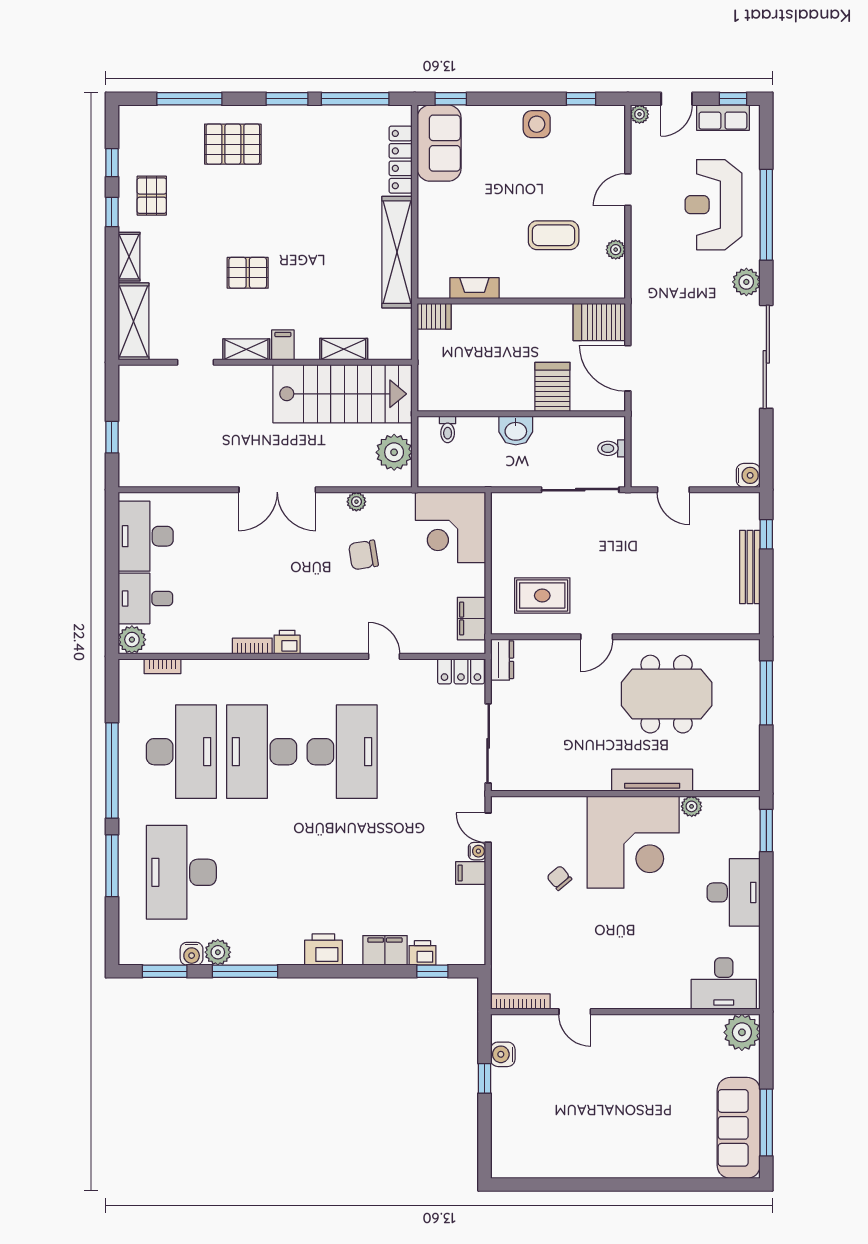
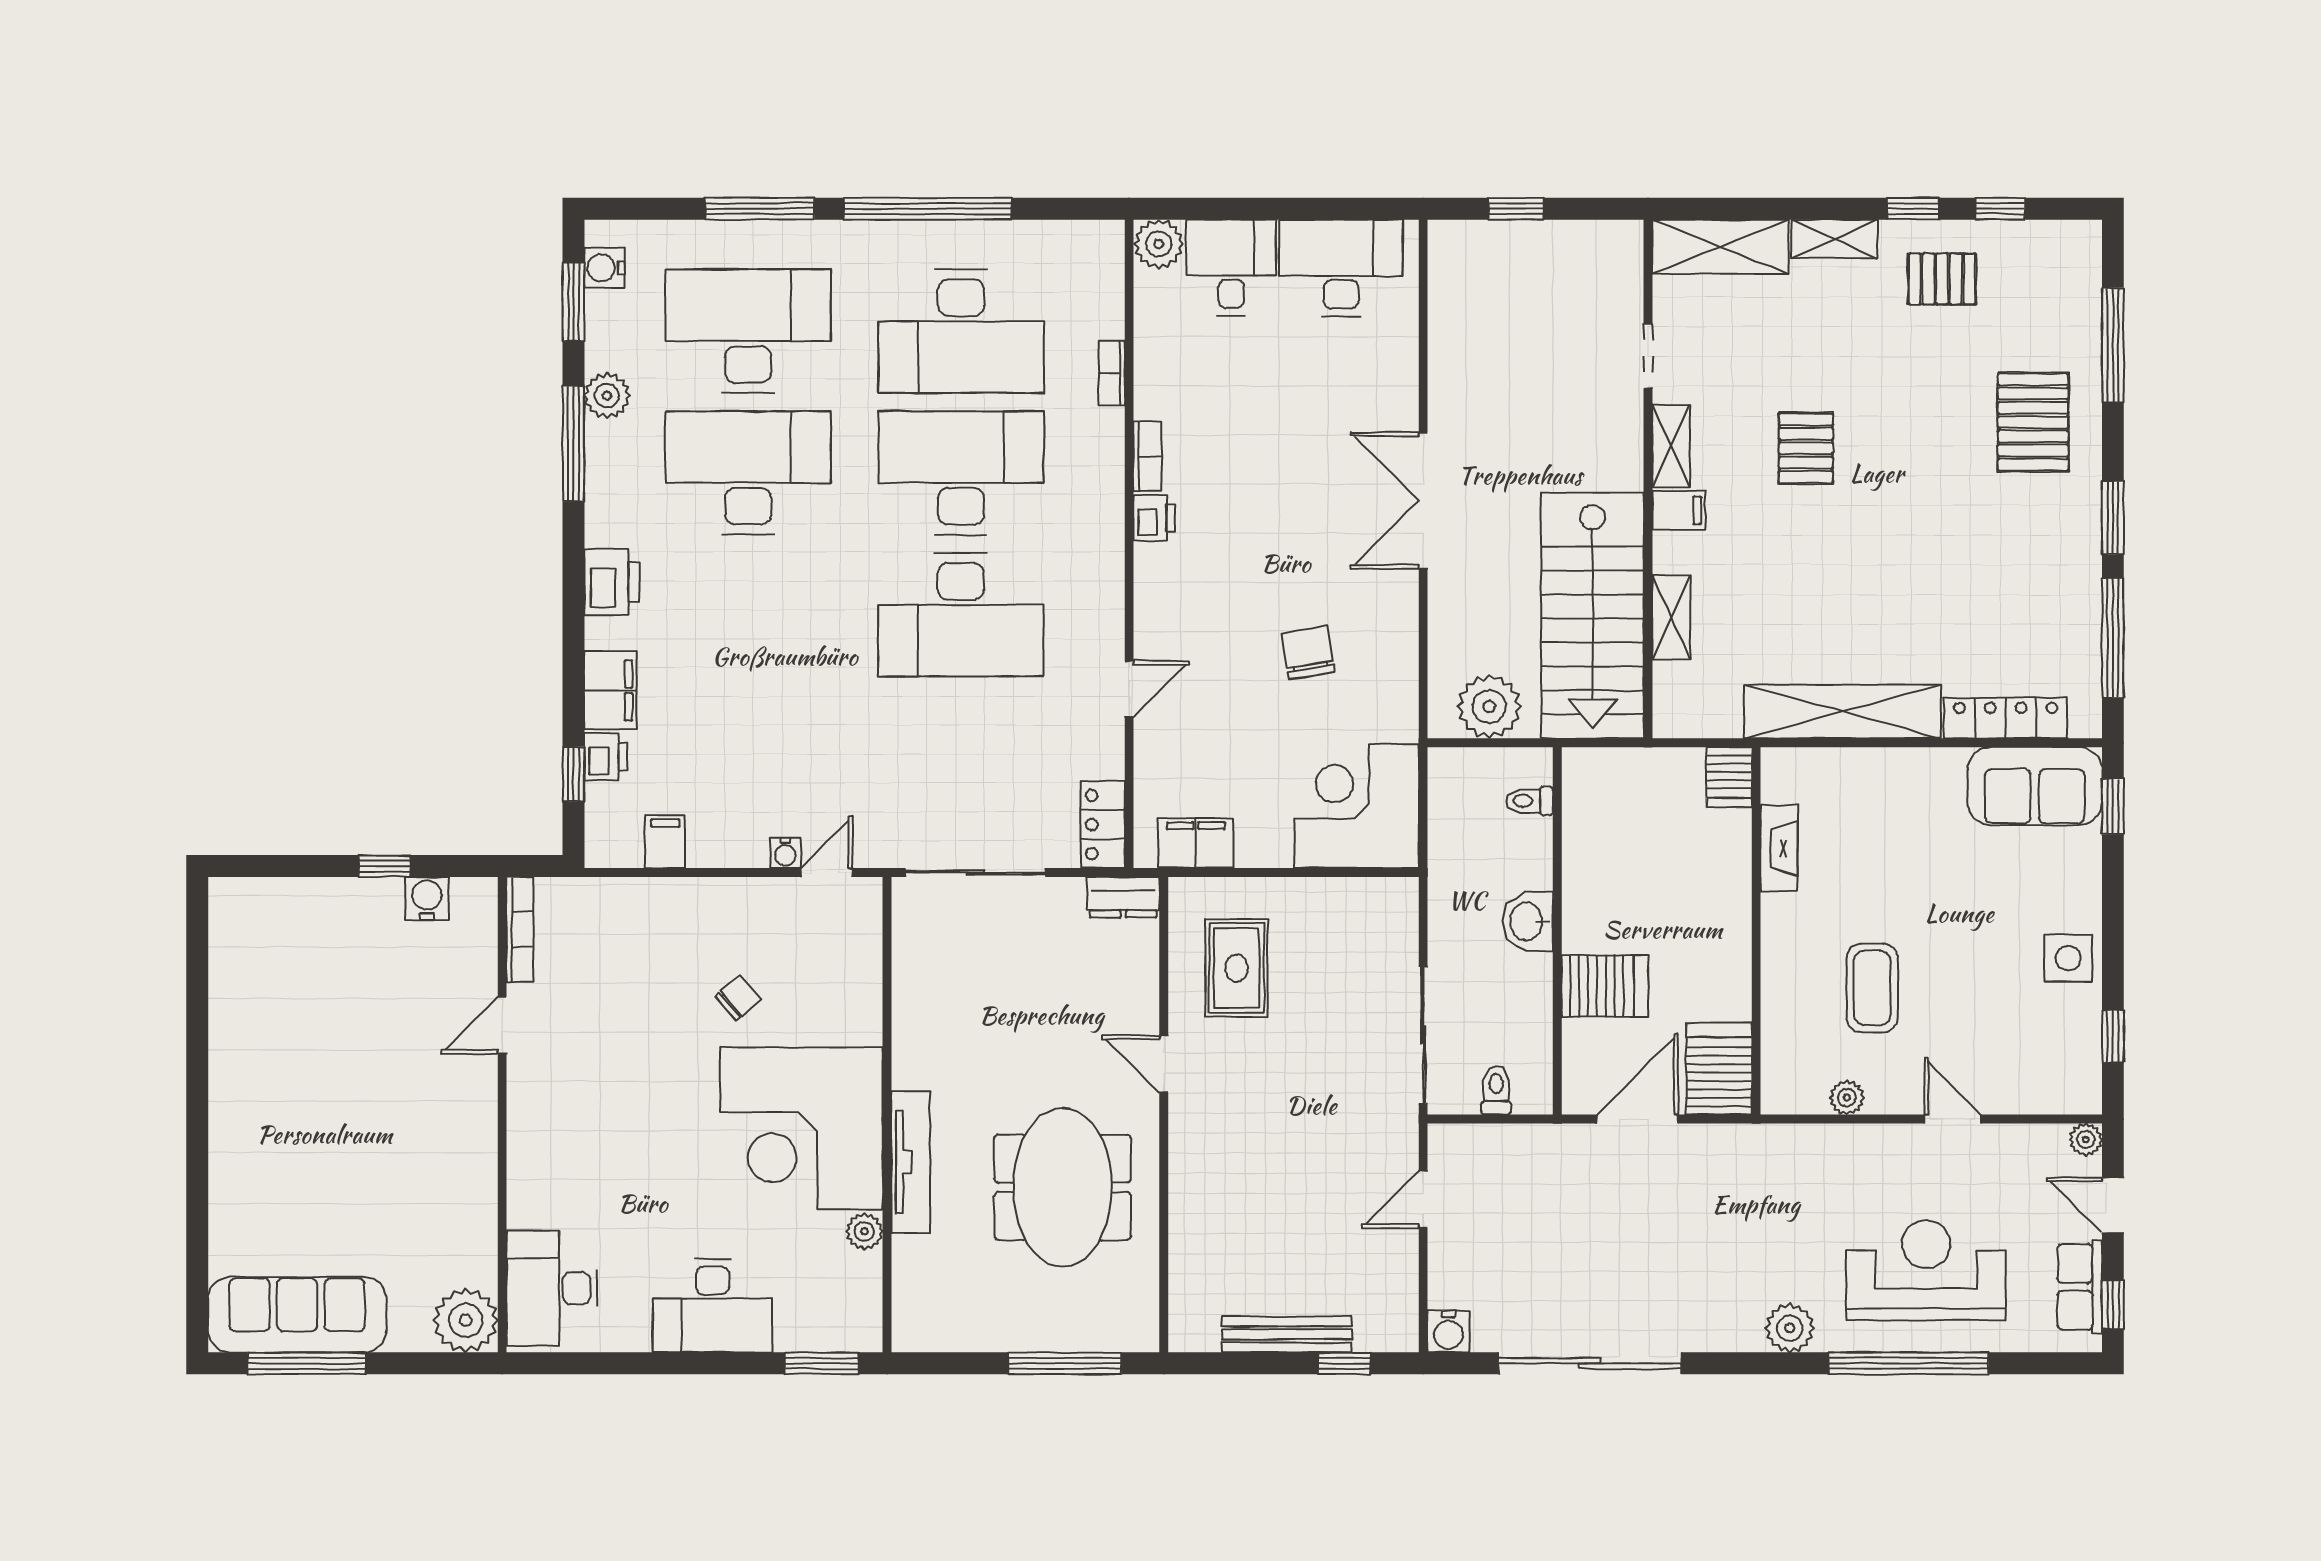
sliding door: (766, 357) -> (1590, 1363), moved
plant: (356, 502) -> (1402, 640), removed
bookcase: (162, 666) -> (1112, 373), moved
desk: (262, 872) -> (748, 473), added
filing cabinet: (471, 873) -> (665, 842), moved
water cooler: (192, 954) -> (604, 268), moved

